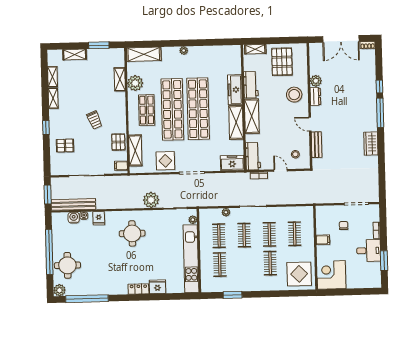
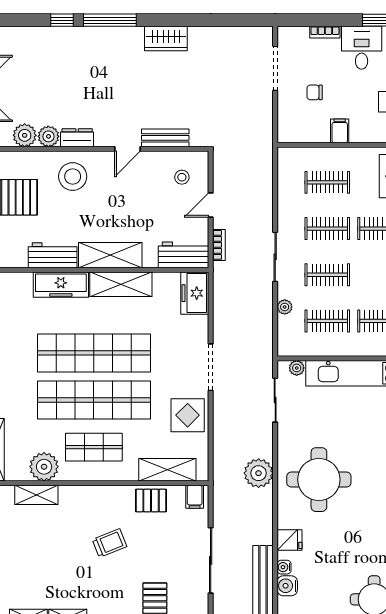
plant: (316, 68) -> (25, 135), added
plant: (151, 200) -> (259, 473), moved
round table: (132, 233) -> (319, 480), width x1.36, depth x1.36

